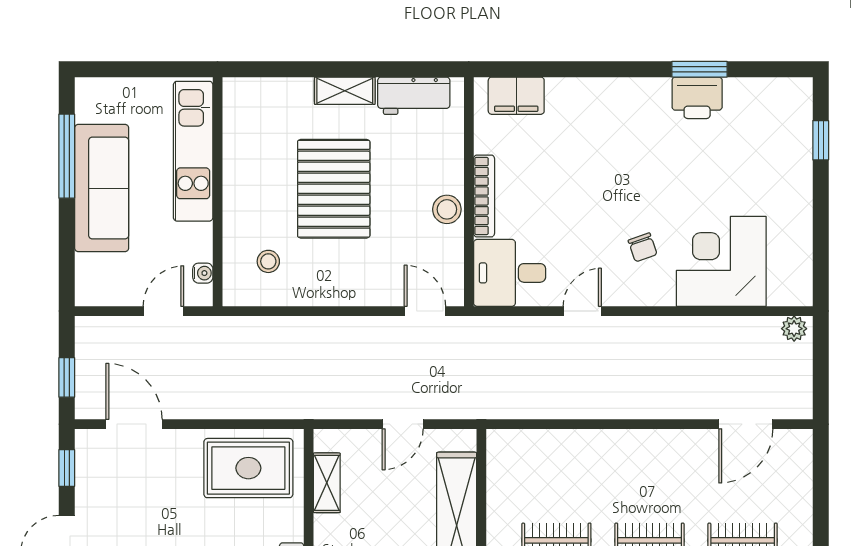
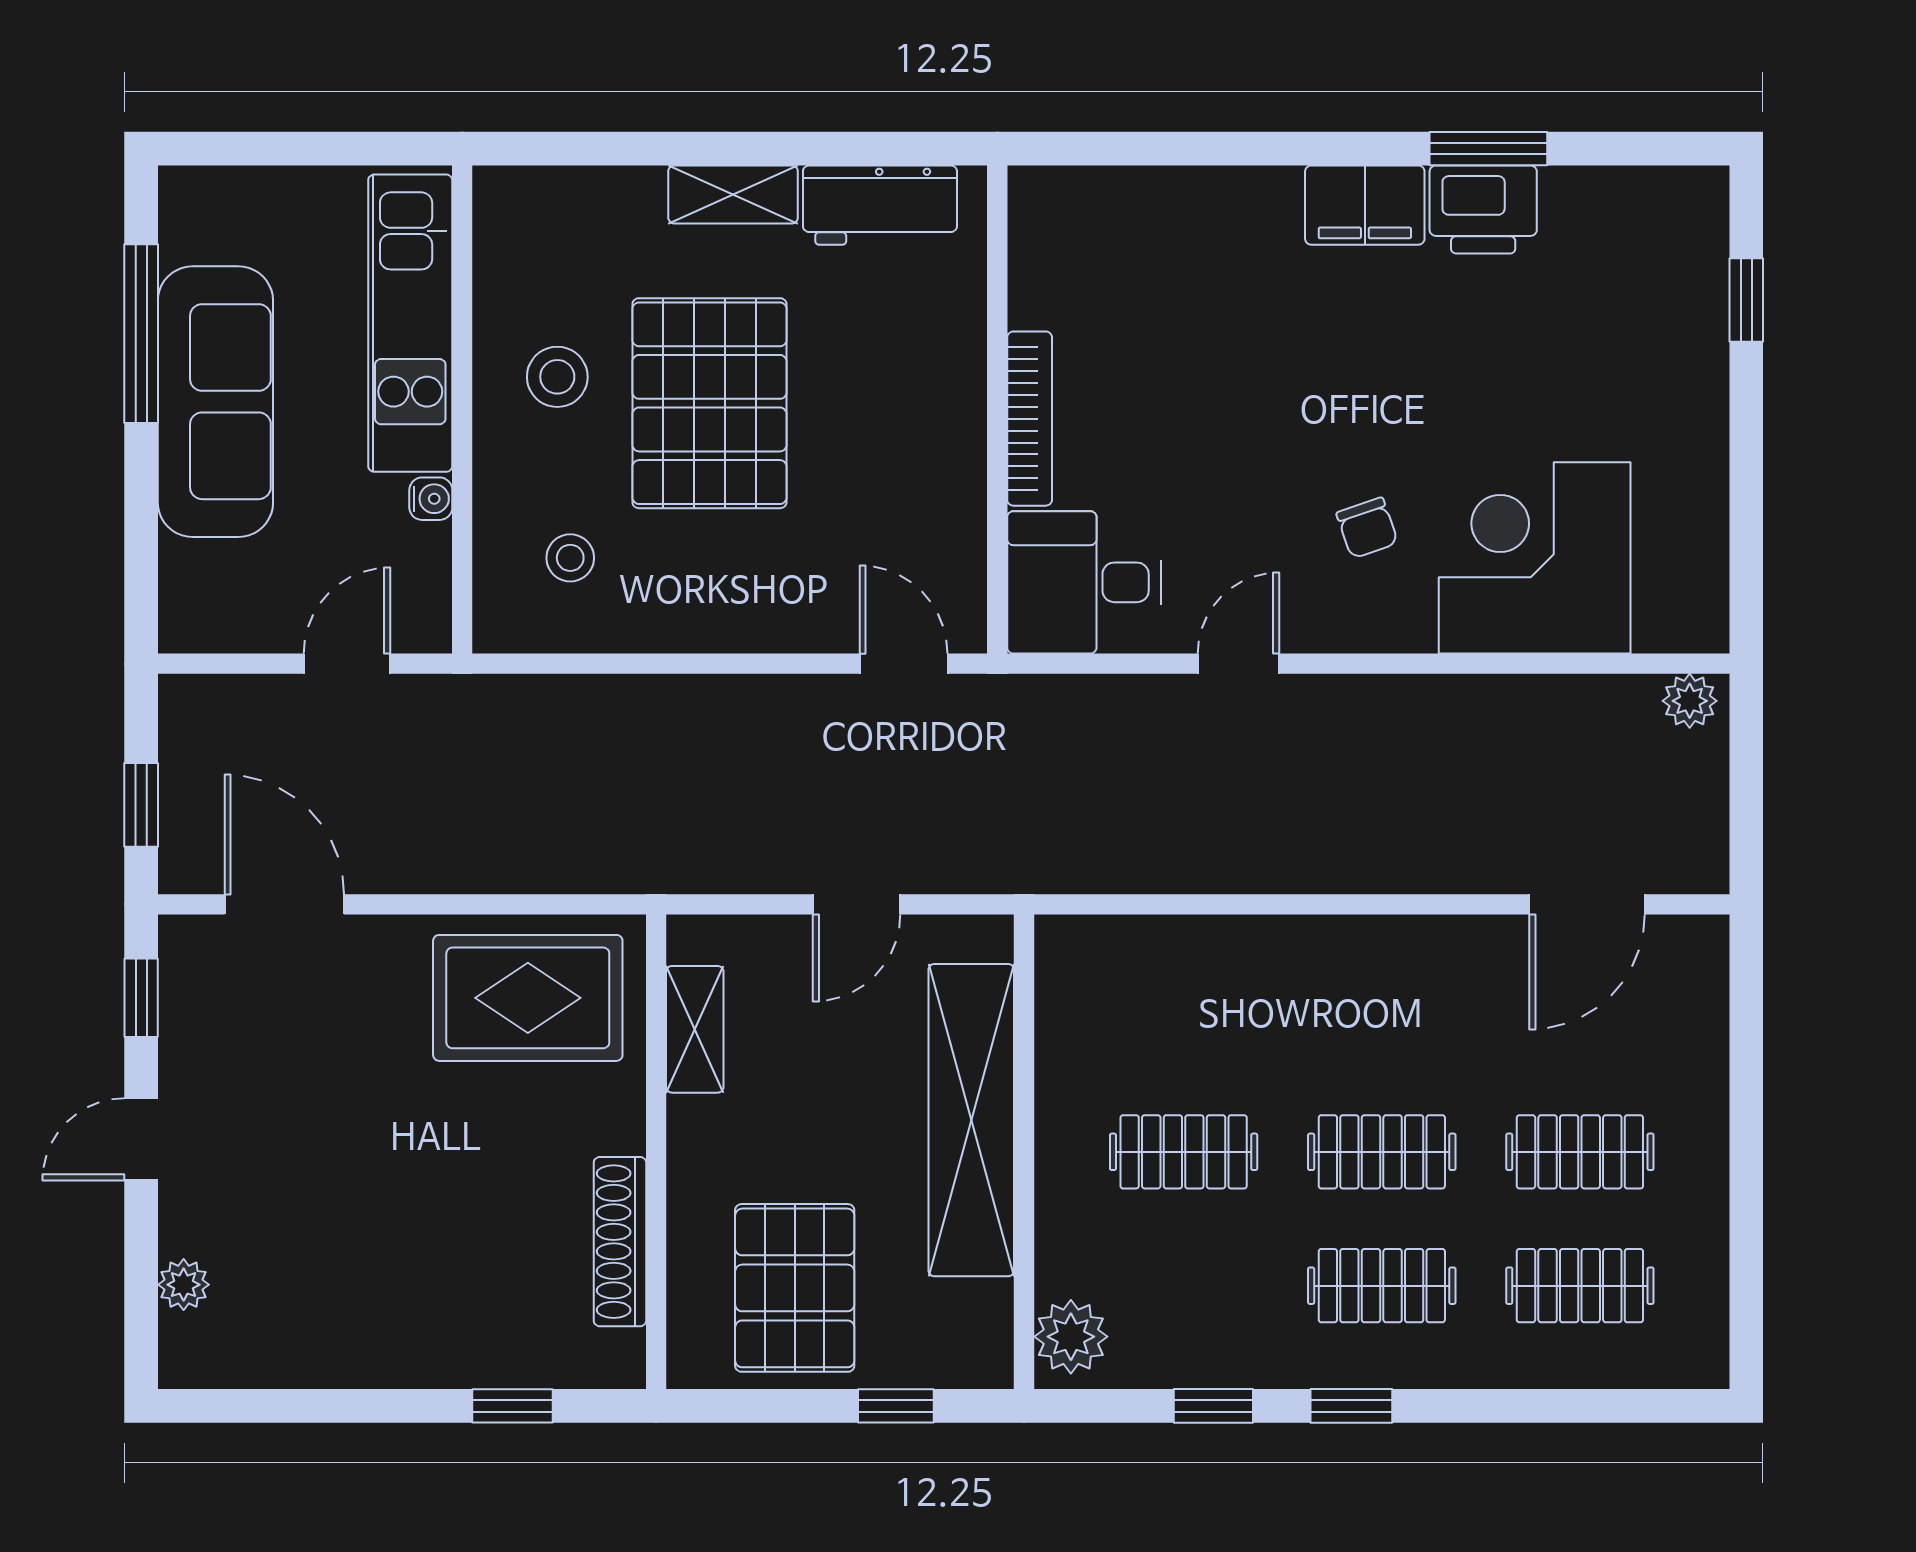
filing cabinet: (516, 96) -> (1365, 205), moved
stool: (447, 209) -> (557, 377), moved
water cooler: (203, 273) -> (431, 499), moved

